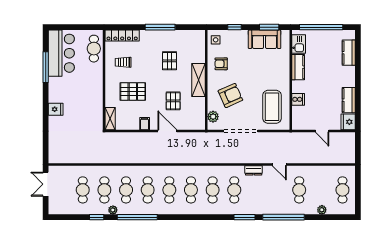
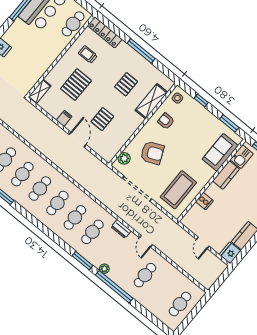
sofa: (265, 39) -> (220, 152), moved, turned 90
shelving: (198, 80) -> (151, 101), moved
pallet: (133, 91) -> (76, 85), turned 90
plant: (322, 210) -> (104, 269), moved

